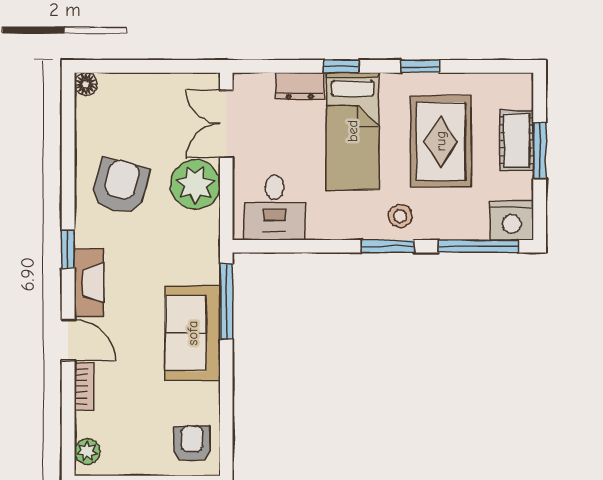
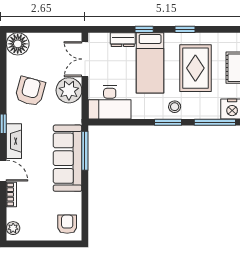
floor lamp: (86, 84) -> (18, 44), width x1.89, depth x1.89
desk: (274, 208) -> (110, 102), width x1.37
sofa: (193, 333) -> (68, 158), width x1.36

